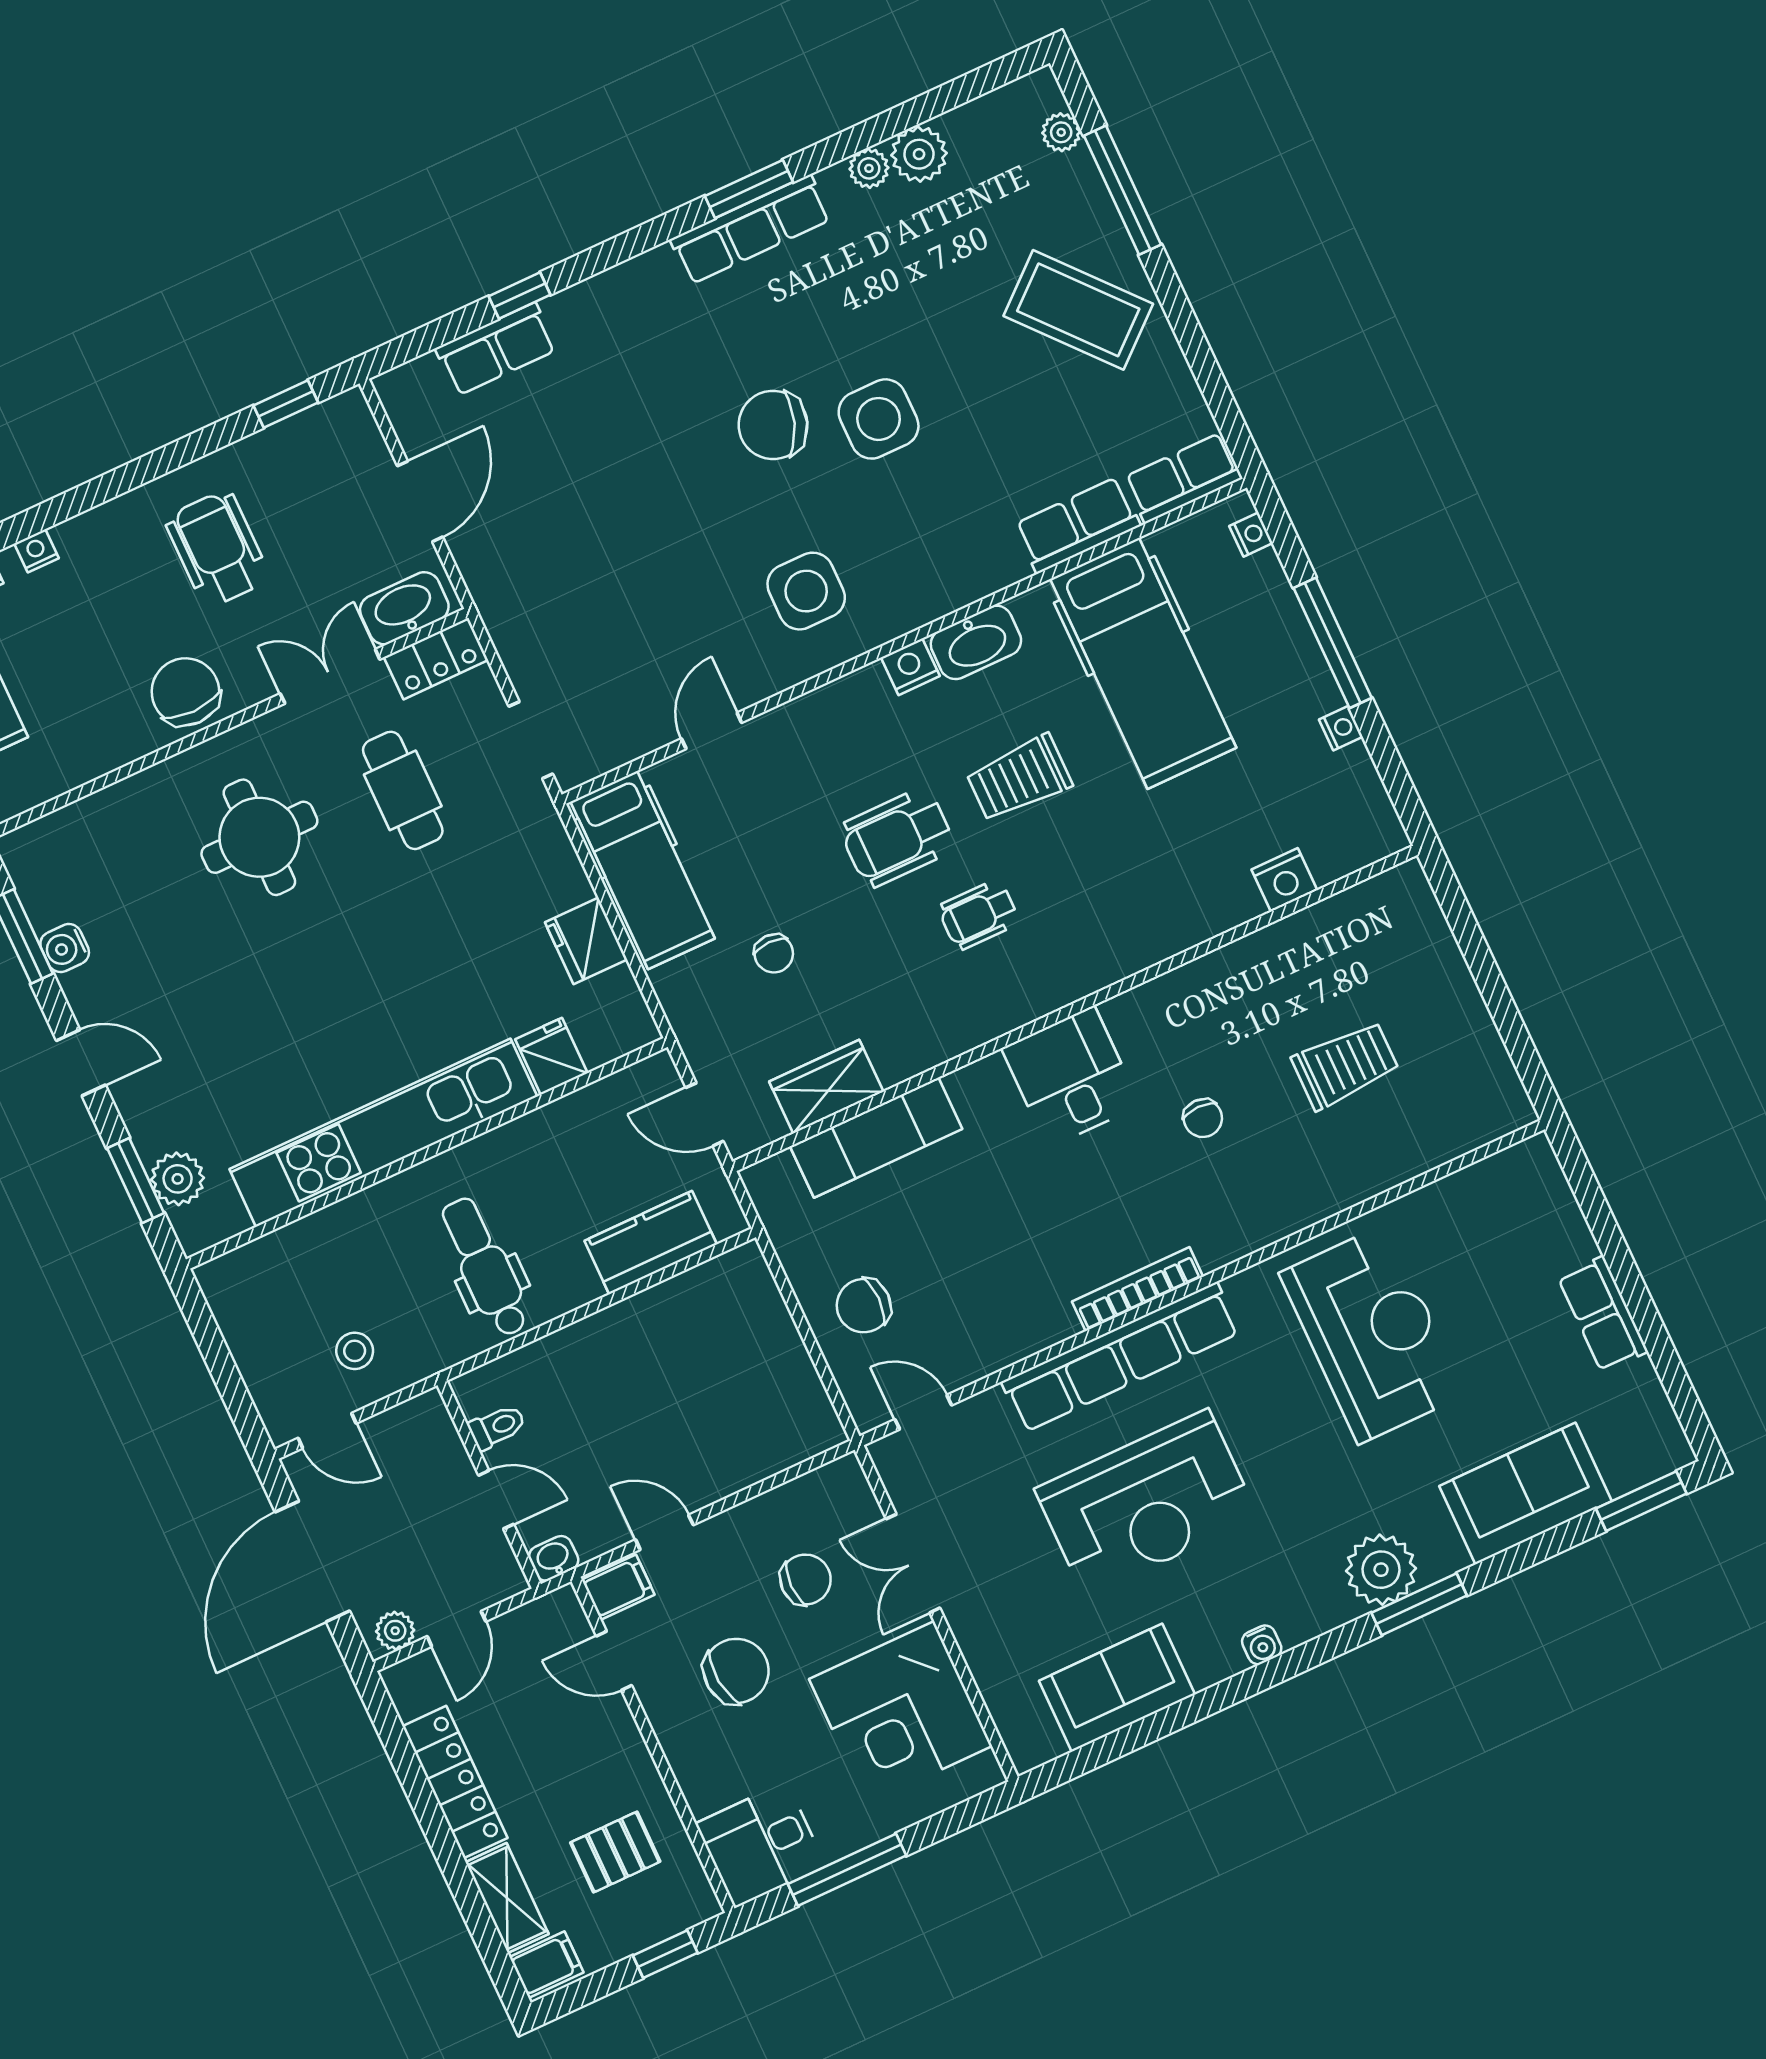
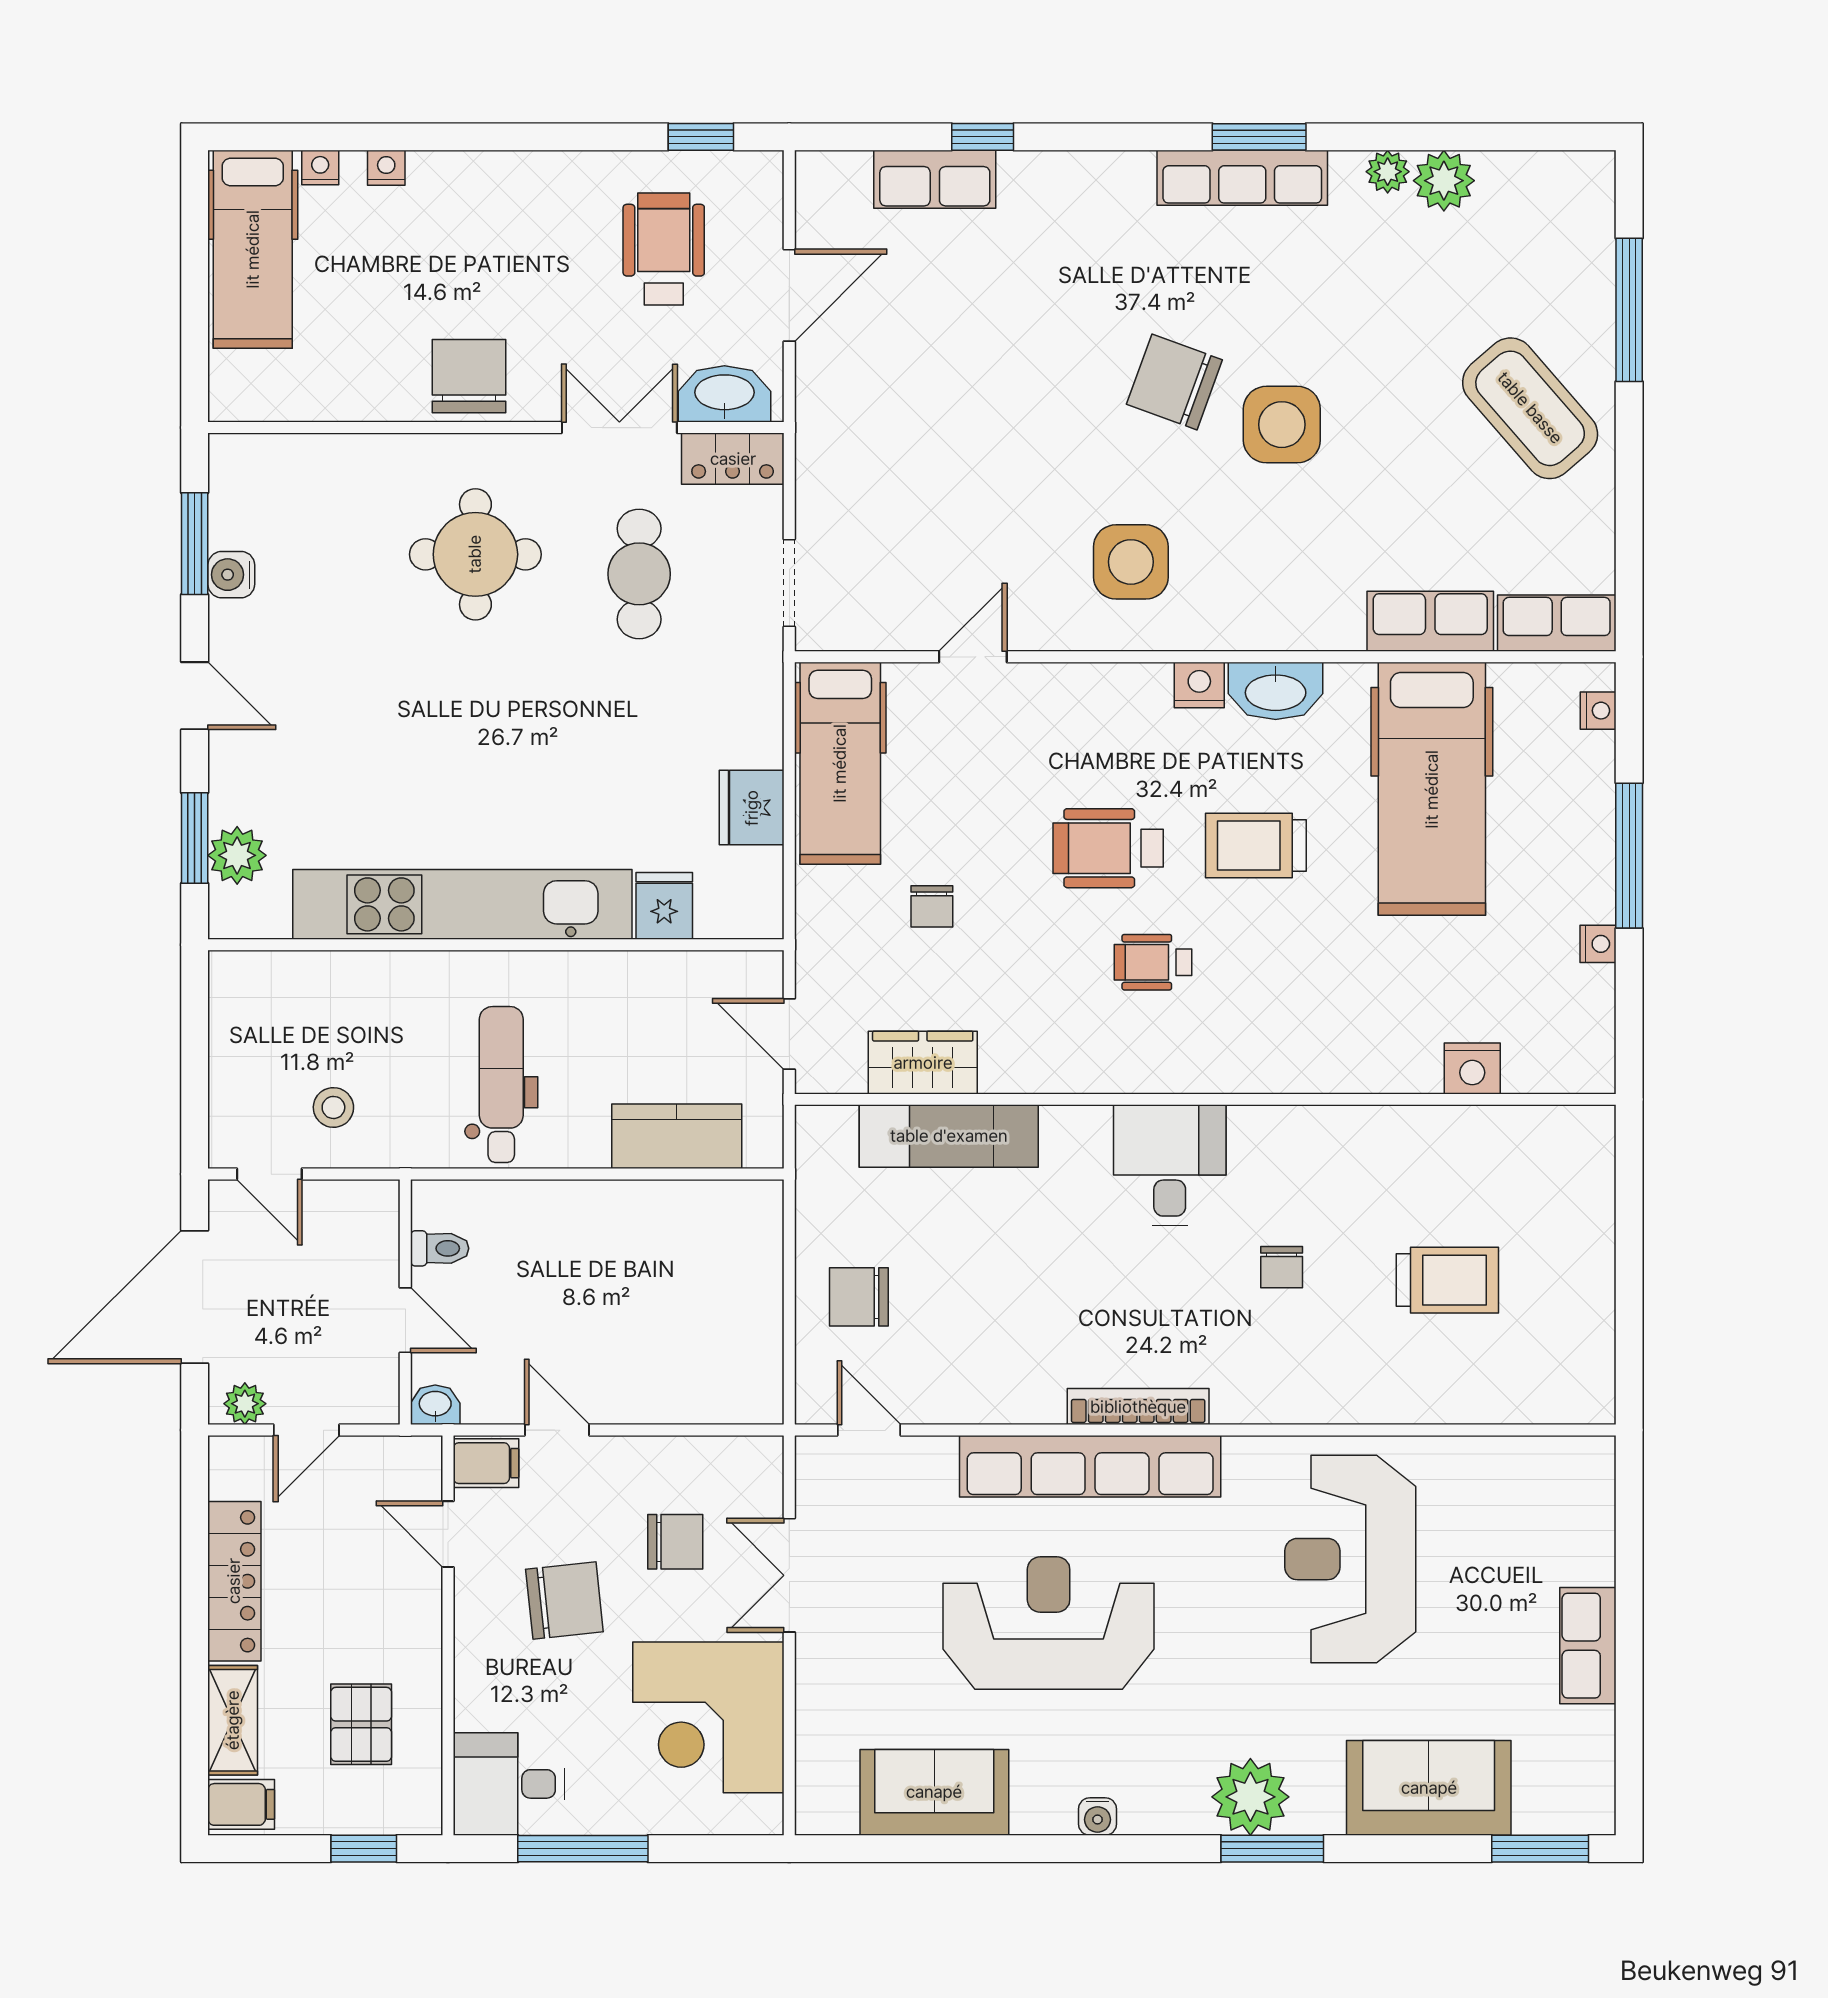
plant: (1061, 132) -> (1595, 224), removed
wheelchair: (217, 549) -> (664, 249), moved
reception desk: (1372, 1334) -> (1350, 1559), turned 180
reception desk: (1147, 1503) -> (1049, 1623), turned 180
pallet: (615, 1852) -> (361, 1724), turned 90

